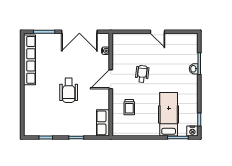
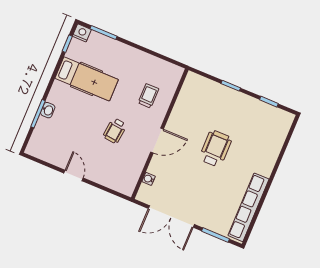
double door: (79, 32) -> (171, 216), swing flipped
hospital bed: (169, 114) -> (87, 79), moved, turned -90
row of seats: (103, 123) -> (189, 90), removed

